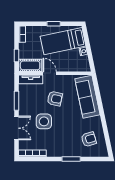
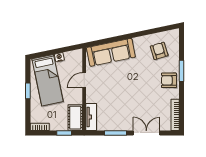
door: (50, 73) -> (84, 80), moved
armchair: (55, 99) -> (169, 80), moved, turned -102
side table: (44, 121) -> (139, 102), removed

